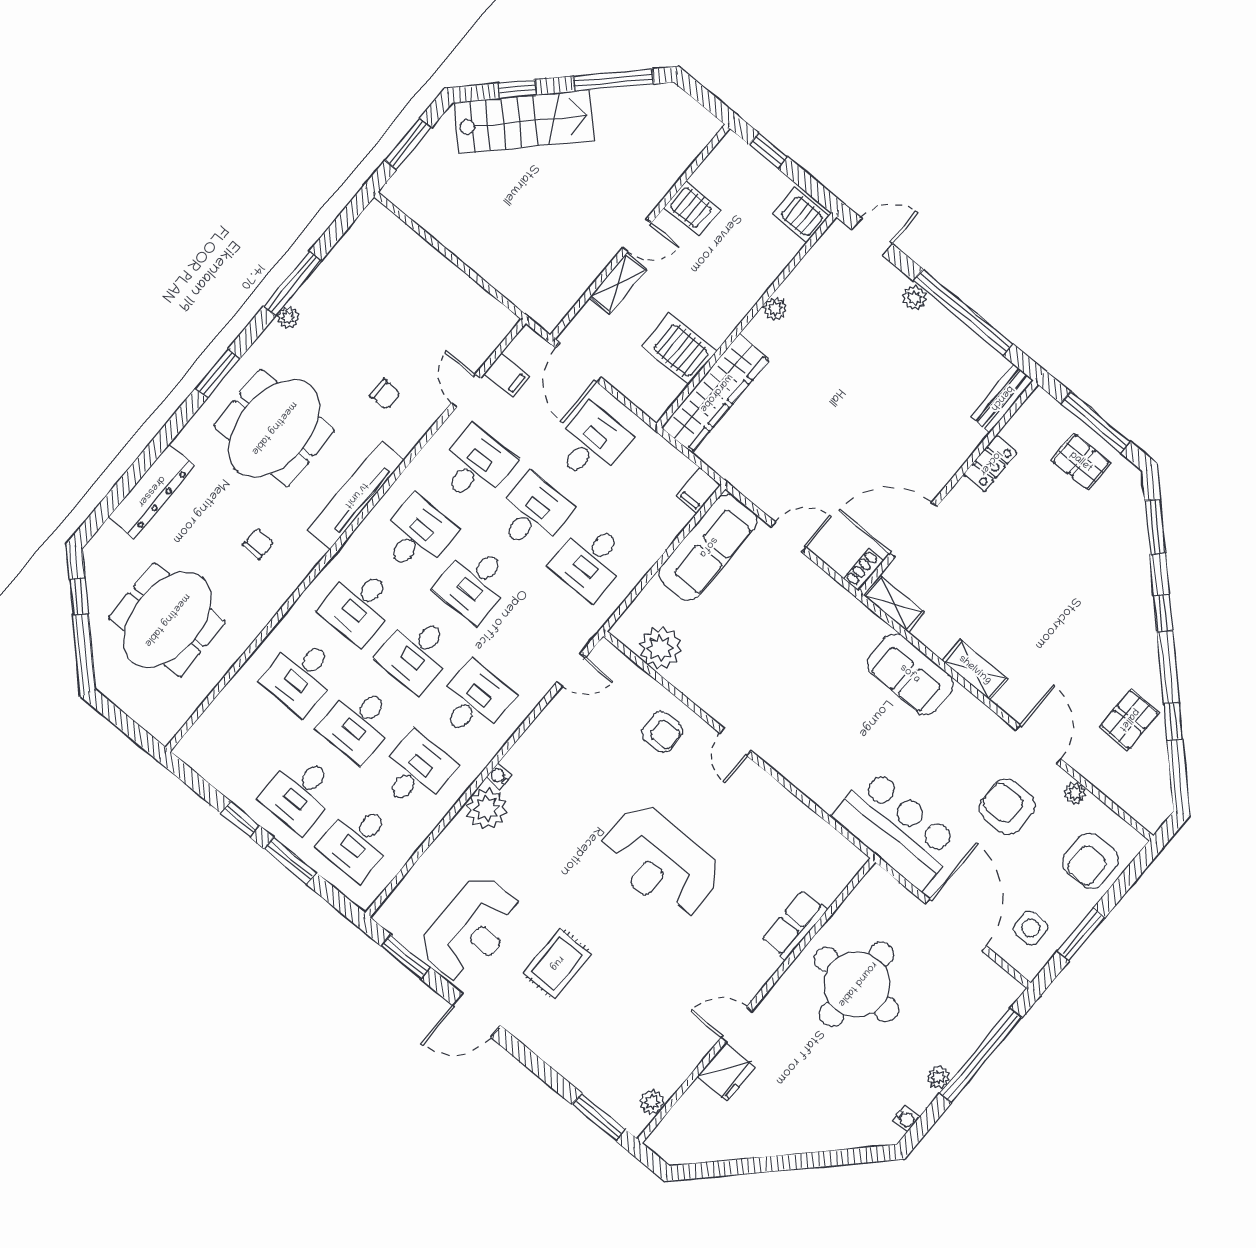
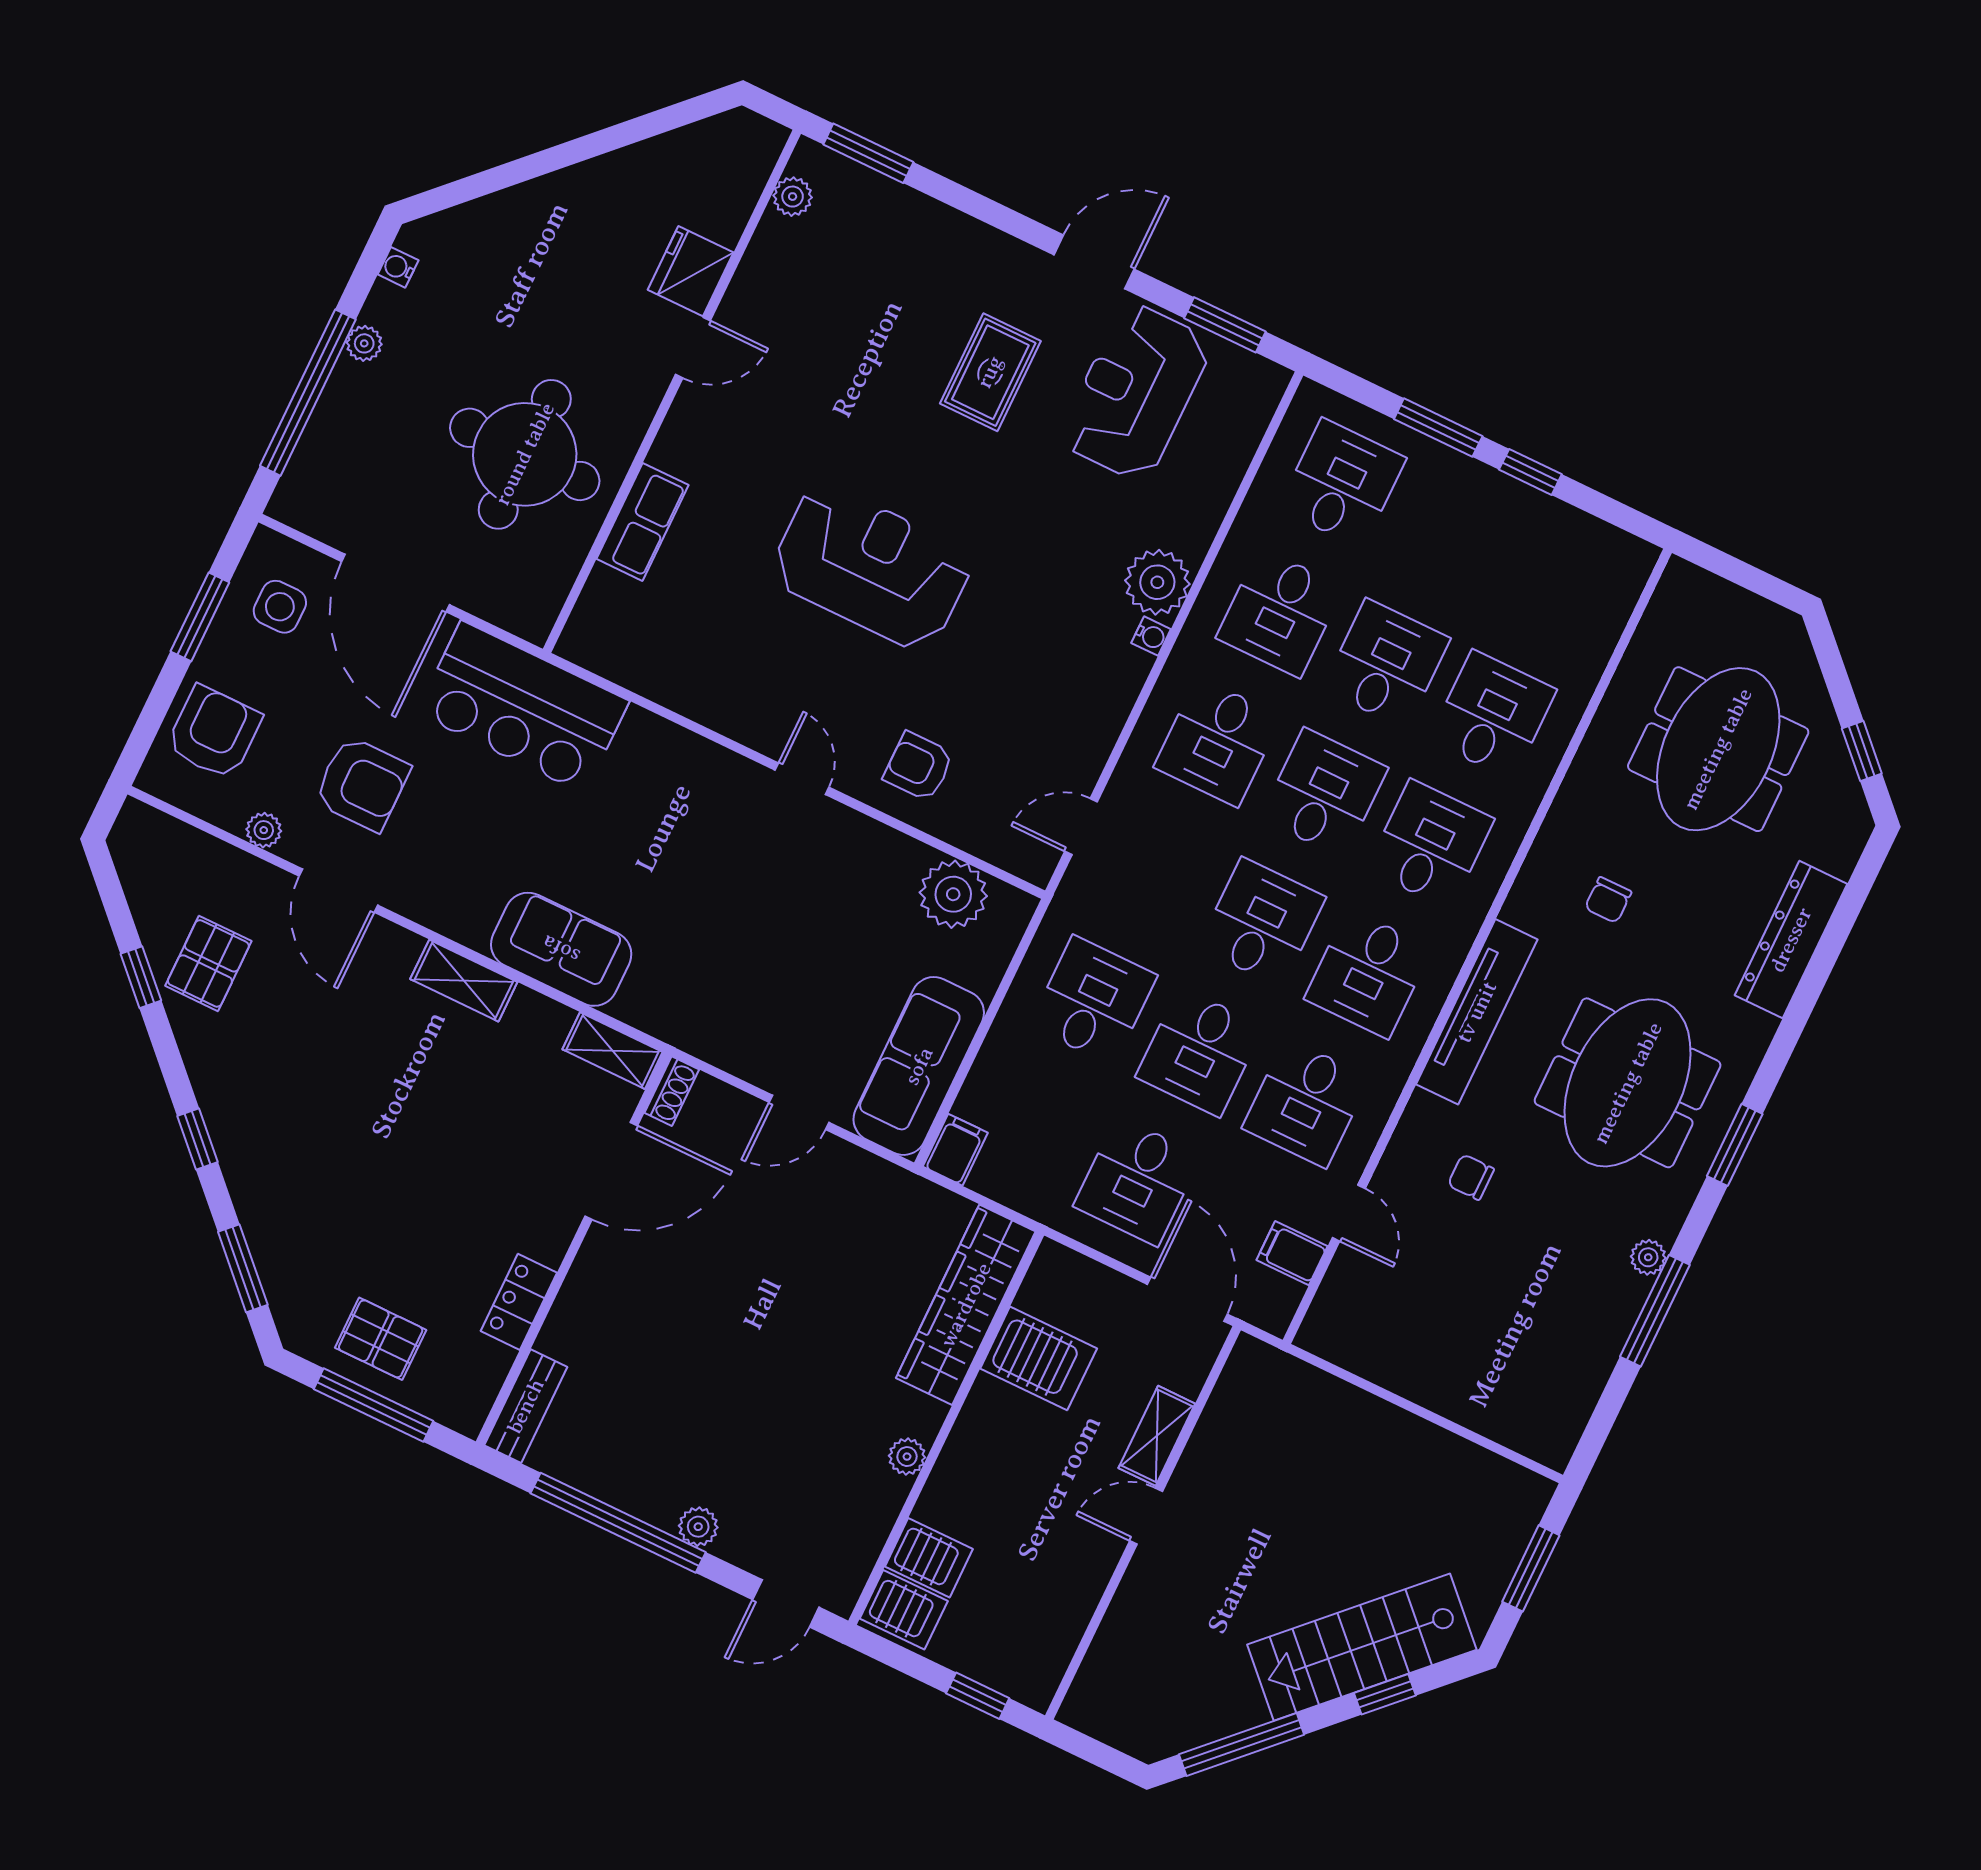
server rack: (692, 209) -> (929, 1558), moved, turned 180
desk: (300, 793) -> (1449, 534), removed

